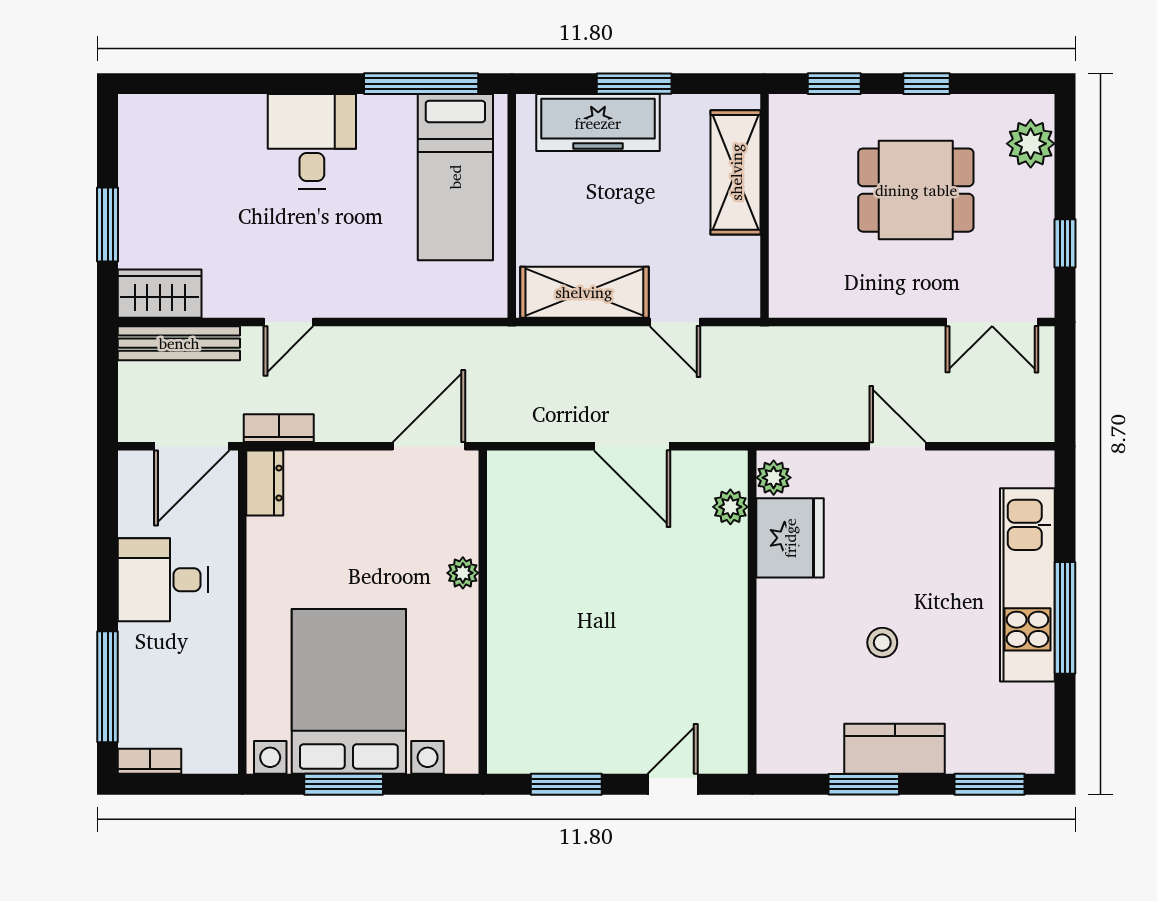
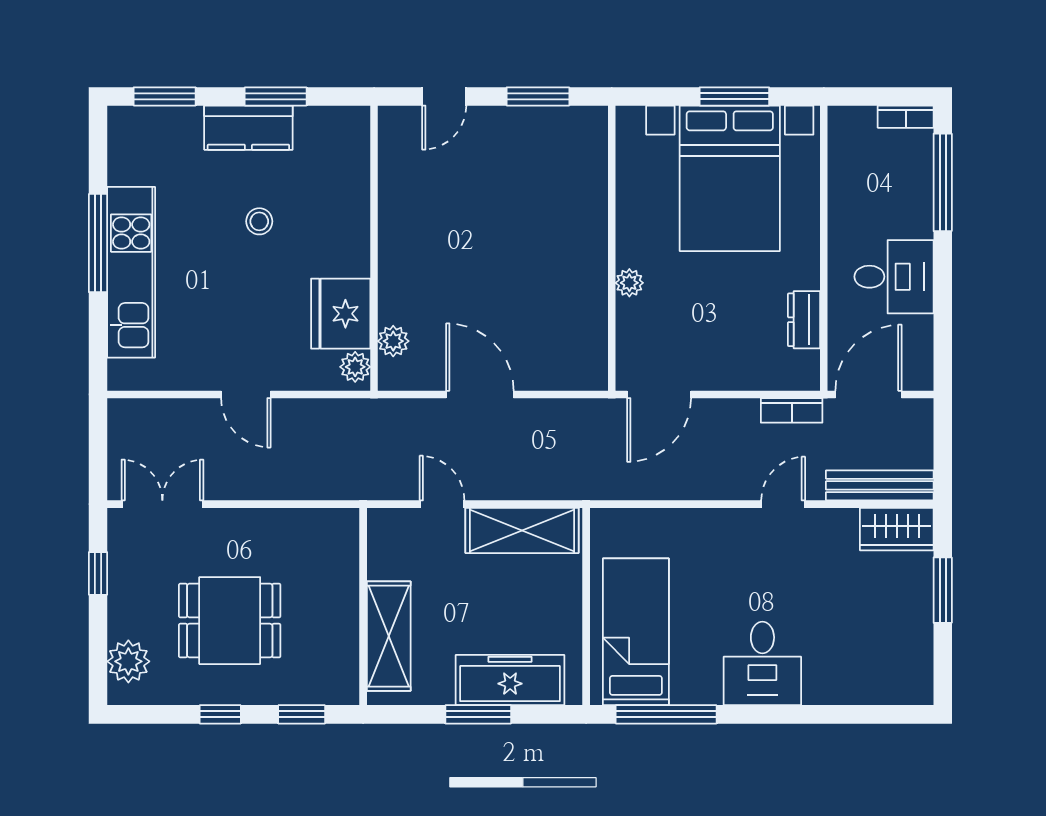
dresser: (265, 483) -> (804, 320), moved

